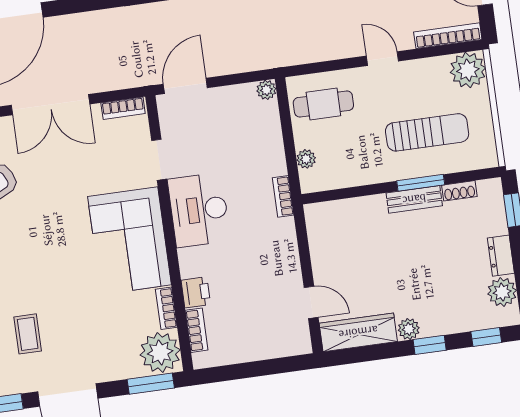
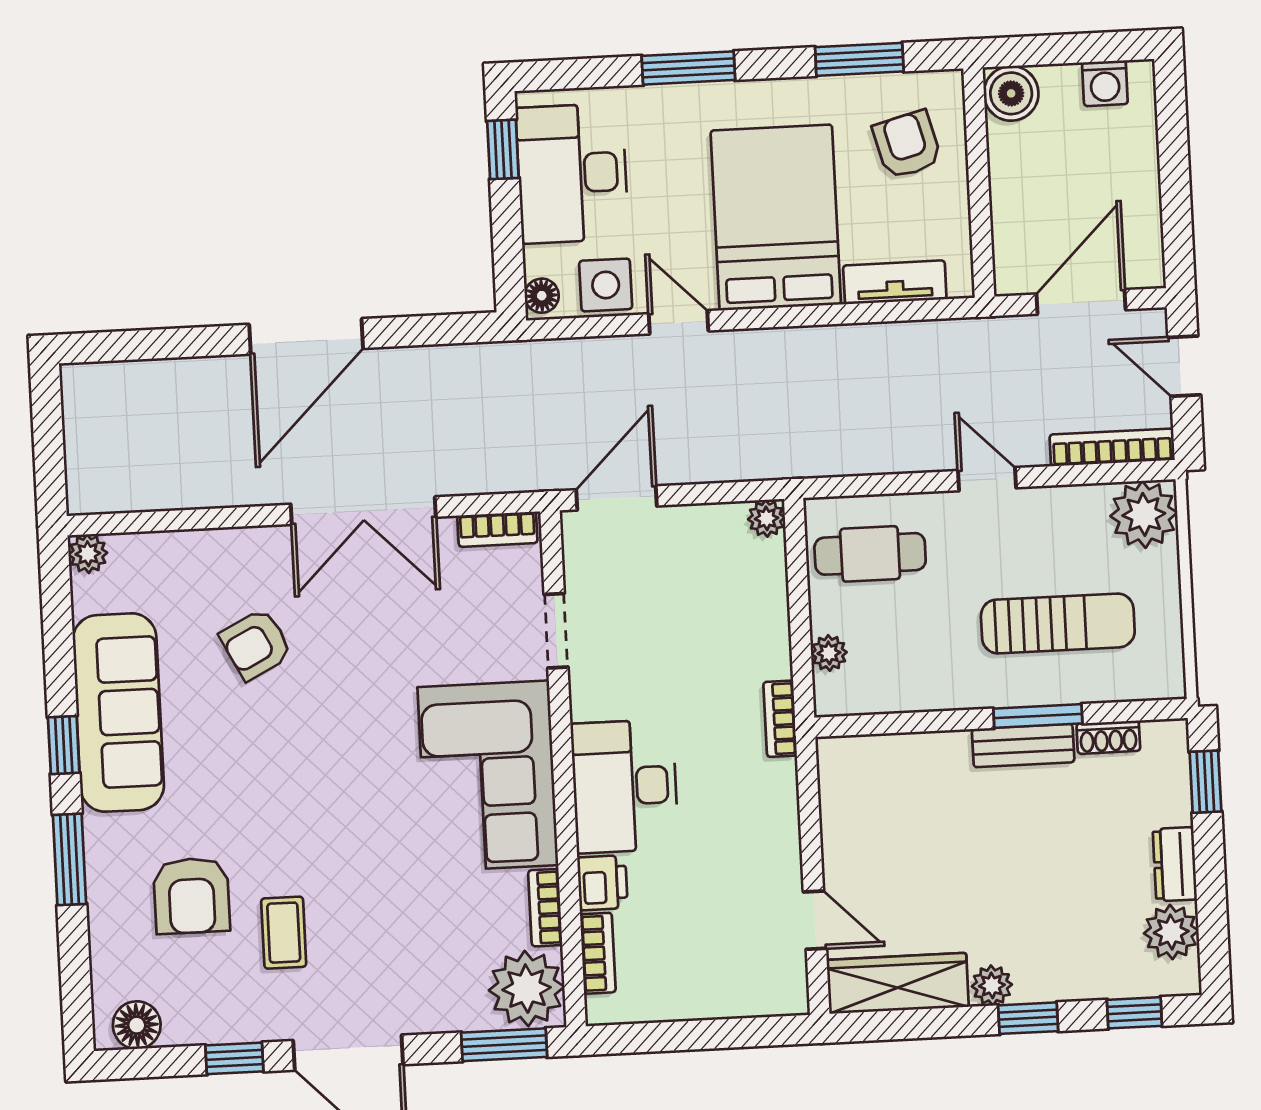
desk: (199, 210) -> (625, 786), moved

